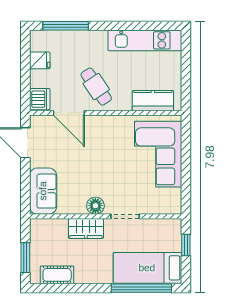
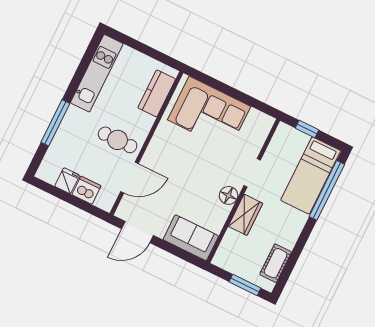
window: (66, 26) -> (55, 123), moved
cafe table: (96, 87) -> (118, 140), turned 34
dishwasher: (40, 99) -> (86, 190), moved

